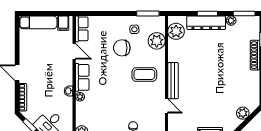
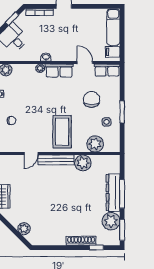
window: (148, 14) -> (122, 112), moved
window: (207, 14) -> (122, 194), width x1.44
plant: (231, 21) -> (111, 221), width x1.88, depth x1.88
plant: (176, 31) -> (83, 163), moved
chair: (122, 48) -> (92, 99), moved
door: (74, 51) -> (85, 63), swing flipped
coffee table: (144, 74) -> (62, 132), width x1.36, depth x1.32

